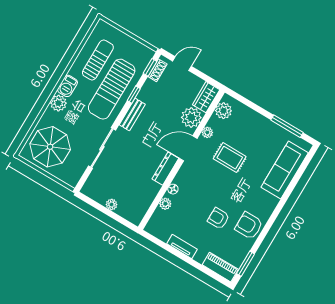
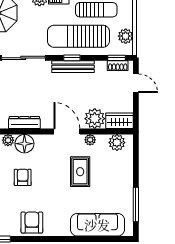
plant: (136, 48) -> (126, 36), added
window: (134, 95) -> (72, 58), moved
bench: (132, 114) -> (73, 67), width x1.36
dresser: (165, 169) -> (24, 122), moved
floor lamp: (173, 189) -> (24, 144), width x1.89, depth x1.89
armchair: (218, 218) -> (23, 177), moved

